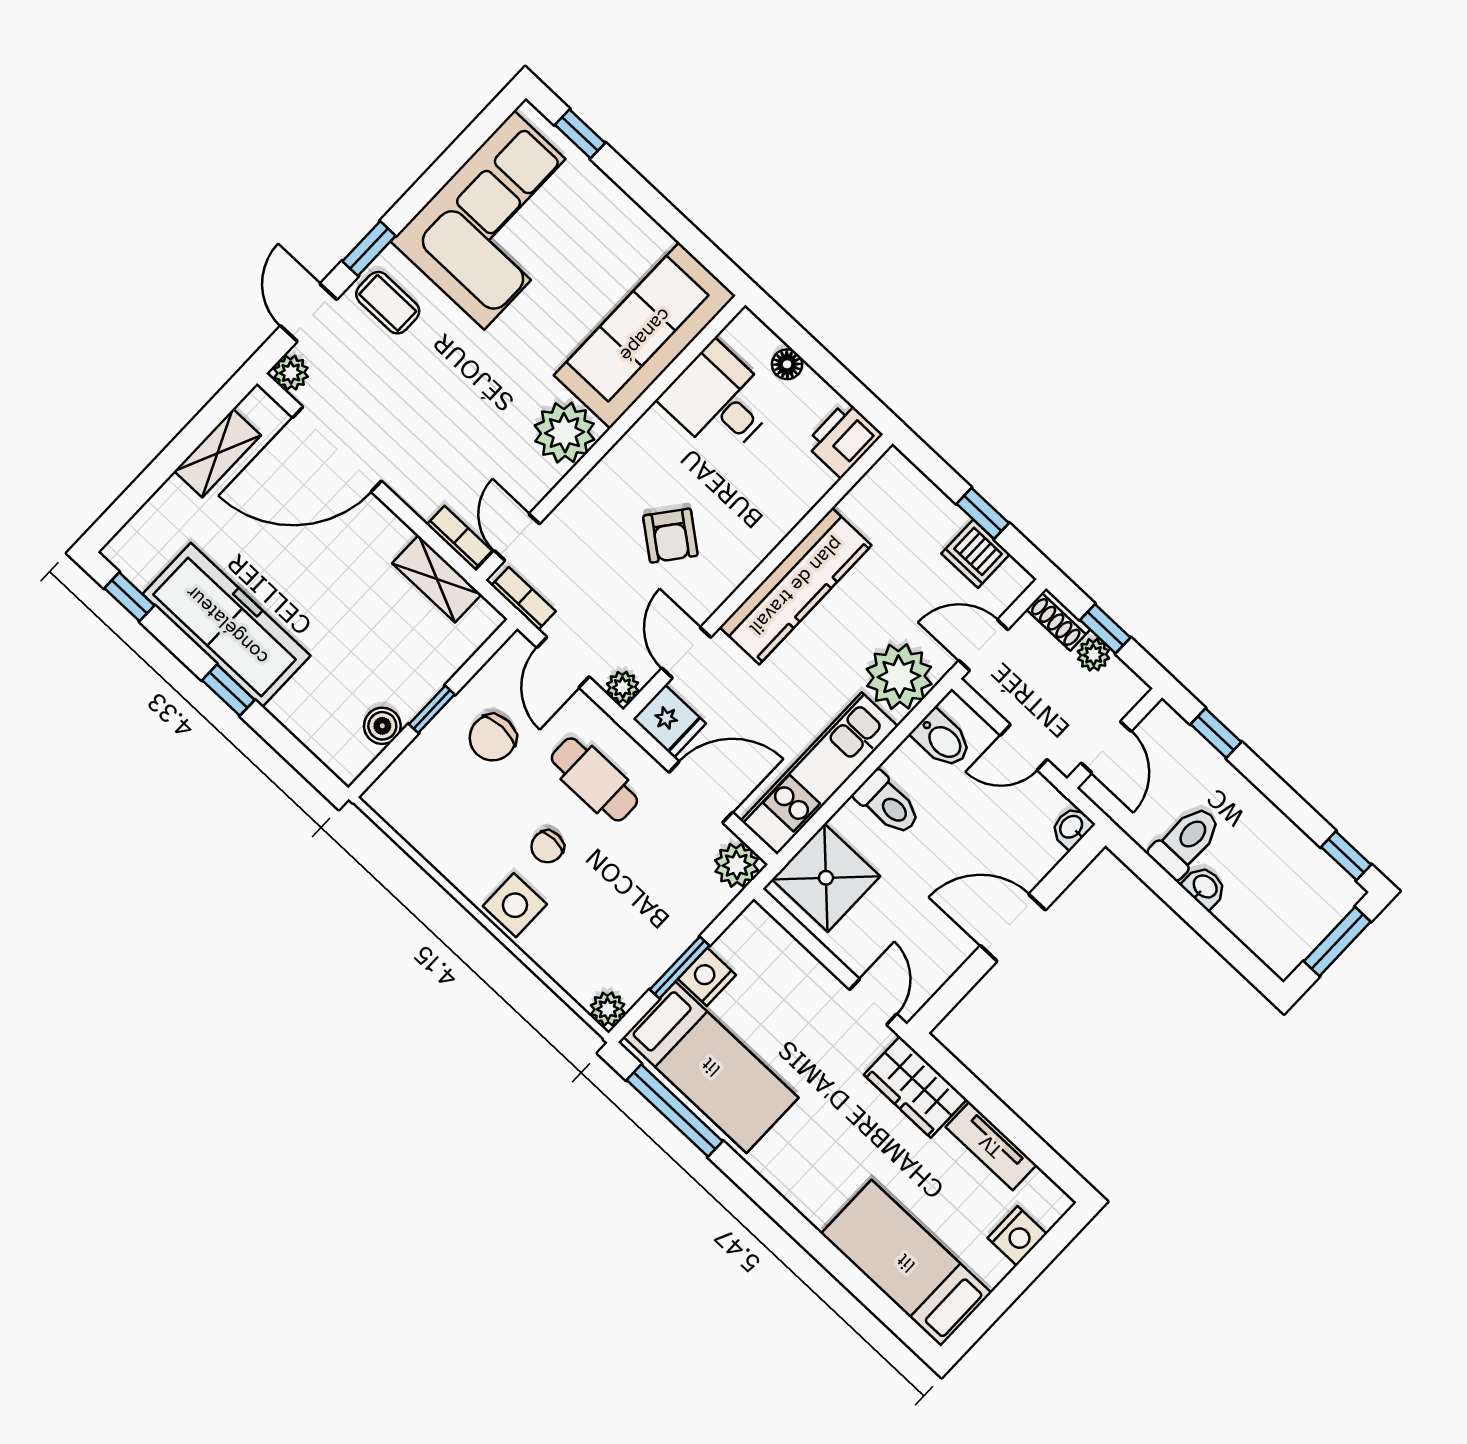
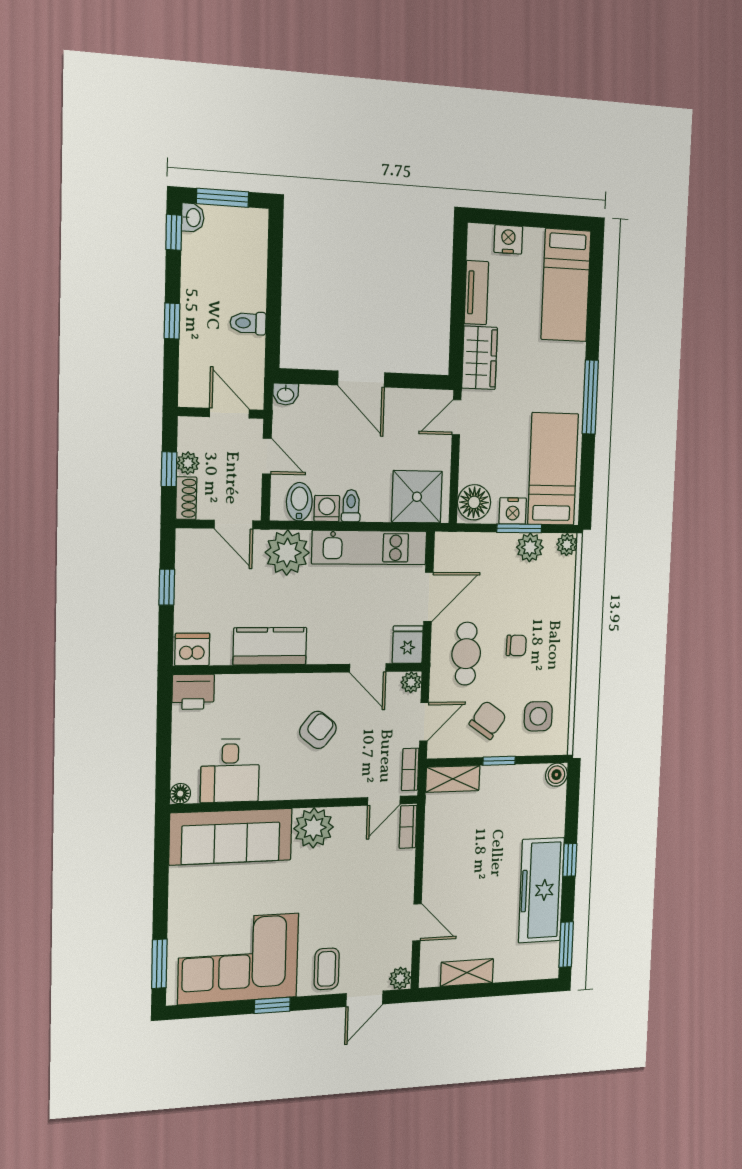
window: (580, 134) -> (159, 964), width x1.50
window: (369, 248) -> (272, 1005), moved
floor lamp: (787, 364) -> (180, 794), moved
door: (337, 449) -> (417, 922), width x0.53
dishwasher: (976, 554) -> (192, 649), moved, turned -90
shelving: (437, 579) -> (453, 779), moved, turned 90
kitchen counter: (796, 586) -> (270, 646), width x0.67
window: (129, 597) -> (566, 945), width x1.50
door: (686, 653) -> (368, 668), hinge flipped
boiler: (382, 726) -> (556, 775), moved
window: (1216, 733) -> (172, 321), moved
chair: (493, 738) -> (488, 720), turned -55
door: (1106, 747) -> (229, 413), hinge flipped
washing machine: (907, 763) -> (327, 508), added
door: (701, 792) -> (428, 597), swing flipped
toilet: (888, 804) -> (351, 506), width x0.73, depth x0.72
toilet: (1186, 841) -> (248, 323), width x0.73, depth x0.72
plant: (737, 865) -> (530, 547), moved
washbasin: (1205, 887) -> (193, 218), moved, turned 180
side table: (515, 905) -> (538, 716), moved
floor lamp: (759, 939) -> (474, 502), added
window: (675, 1111) -> (590, 397), moved

